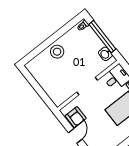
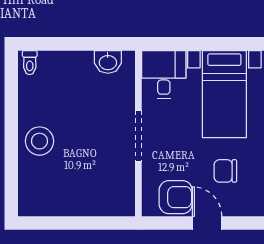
window: (102, 37) -> (74, 44), removed
chair: (99, 128) -> (225, 171), added

